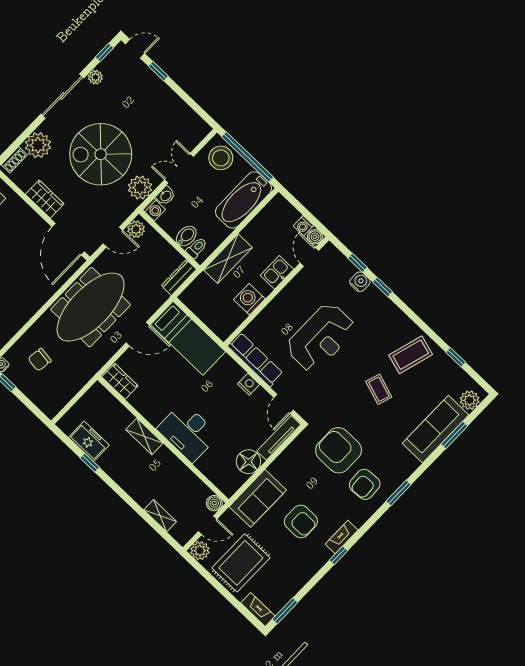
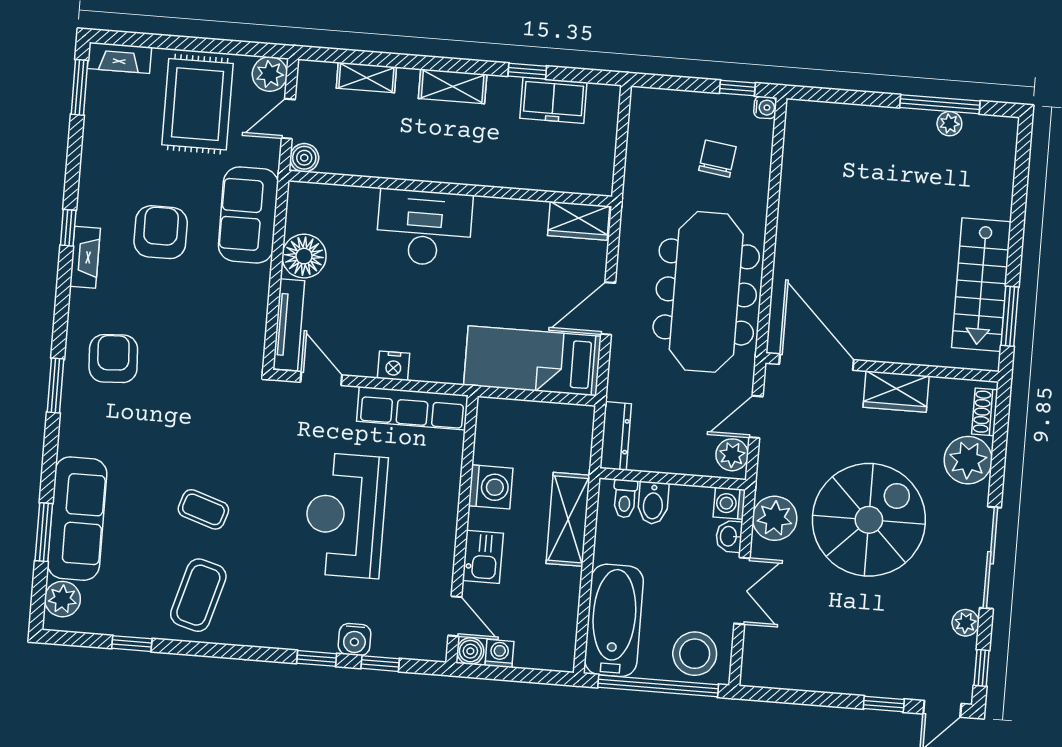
shelving: (144, 436) -> (453, 86), moved
armchair: (339, 450) -> (190, 376), removed
armchair: (301, 521) -> (161, 232), turned 90

